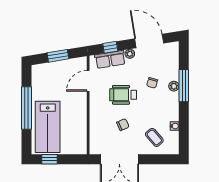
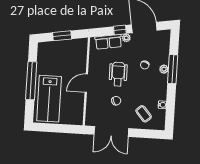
window: (110, 47) -> (120, 30), moved
door: (88, 81) -> (86, 83), moved
wheelchair: (123, 95) -> (118, 74), turned 90
window: (50, 159) -> (49, 128), removed

